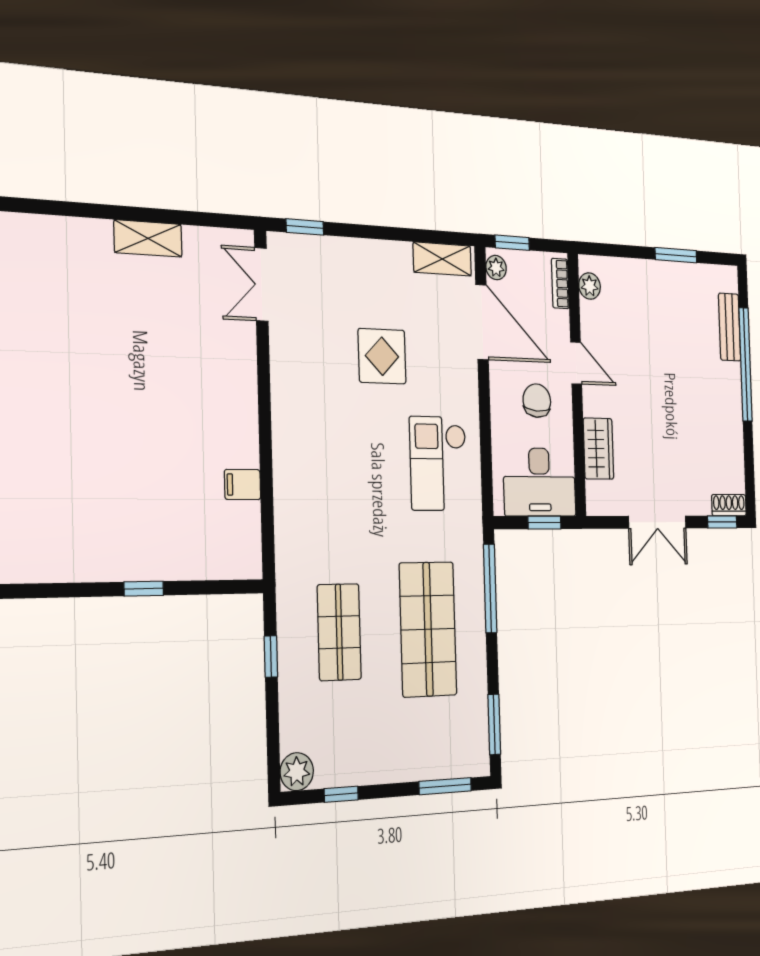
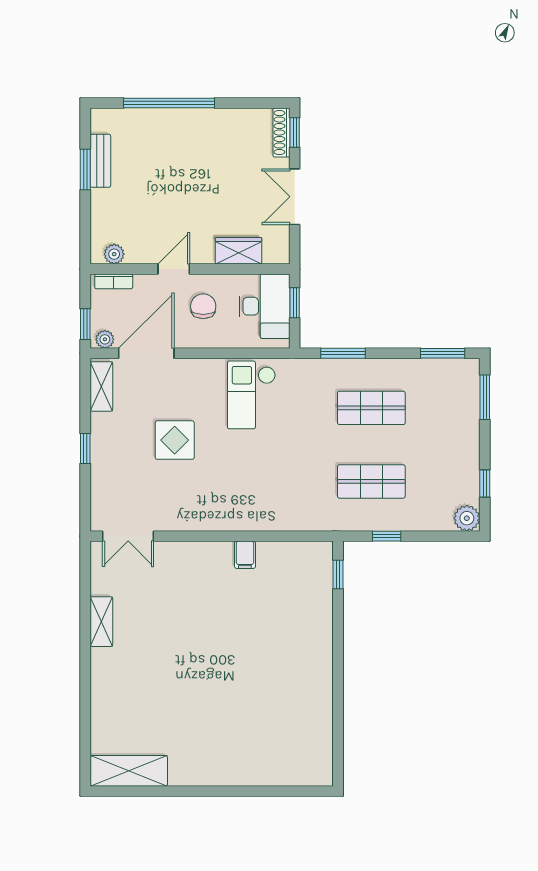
window: (305, 227) -> (85, 449), moved
bench: (730, 327) -> (100, 161), moved, turned 90
chair: (537, 401) -> (203, 306), turned 86
checkout: (438, 464) -> (251, 395), turned 90
filing cabinet: (243, 485) -> (245, 555), moved
shoe rack: (729, 505) -> (281, 133), width x1.43
double door: (657, 522) -> (295, 197), swing flipped
window: (490, 588) -> (343, 353), width x0.69
window: (144, 589) -> (338, 575), moved
shop shelf: (428, 629) -> (371, 408), width x0.70, depth x0.74

